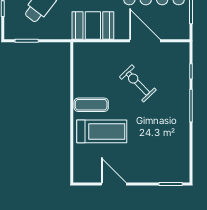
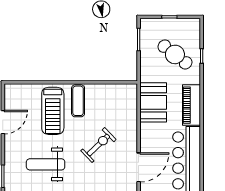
door: (145, 41) -> (139, 167), moved
weight bench: (158, 139) -> (46, 164), added

